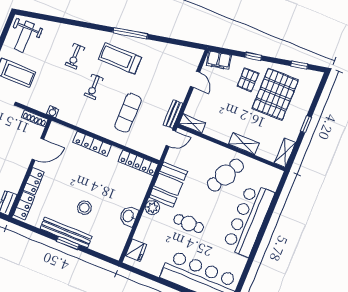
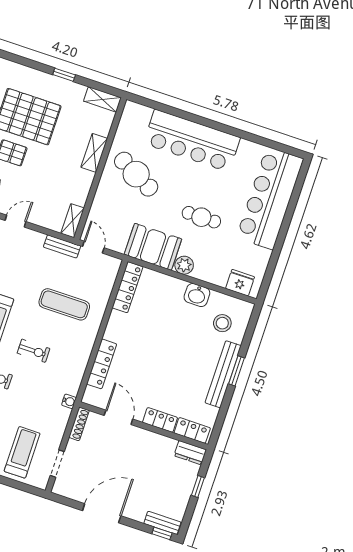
locker: (92, 144) -> (102, 364), moved
stool: (84, 208) -> (222, 323), moved
cafe table: (189, 223) -> (201, 217), turned 90

